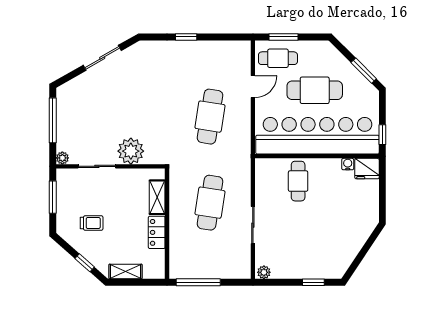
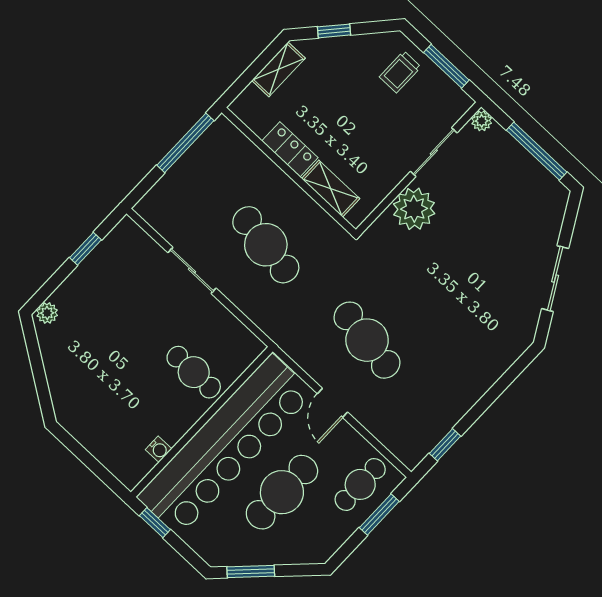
window: (186, 37) -> (445, 445), moved
door: (253, 87) -> (333, 403), moved
fridge: (367, 169) -> (132, 467), removed
trolley: (92, 223) -> (400, 72), moved
plant: (264, 272) -> (47, 313), moved
window: (313, 282) -> (85, 249), moved

